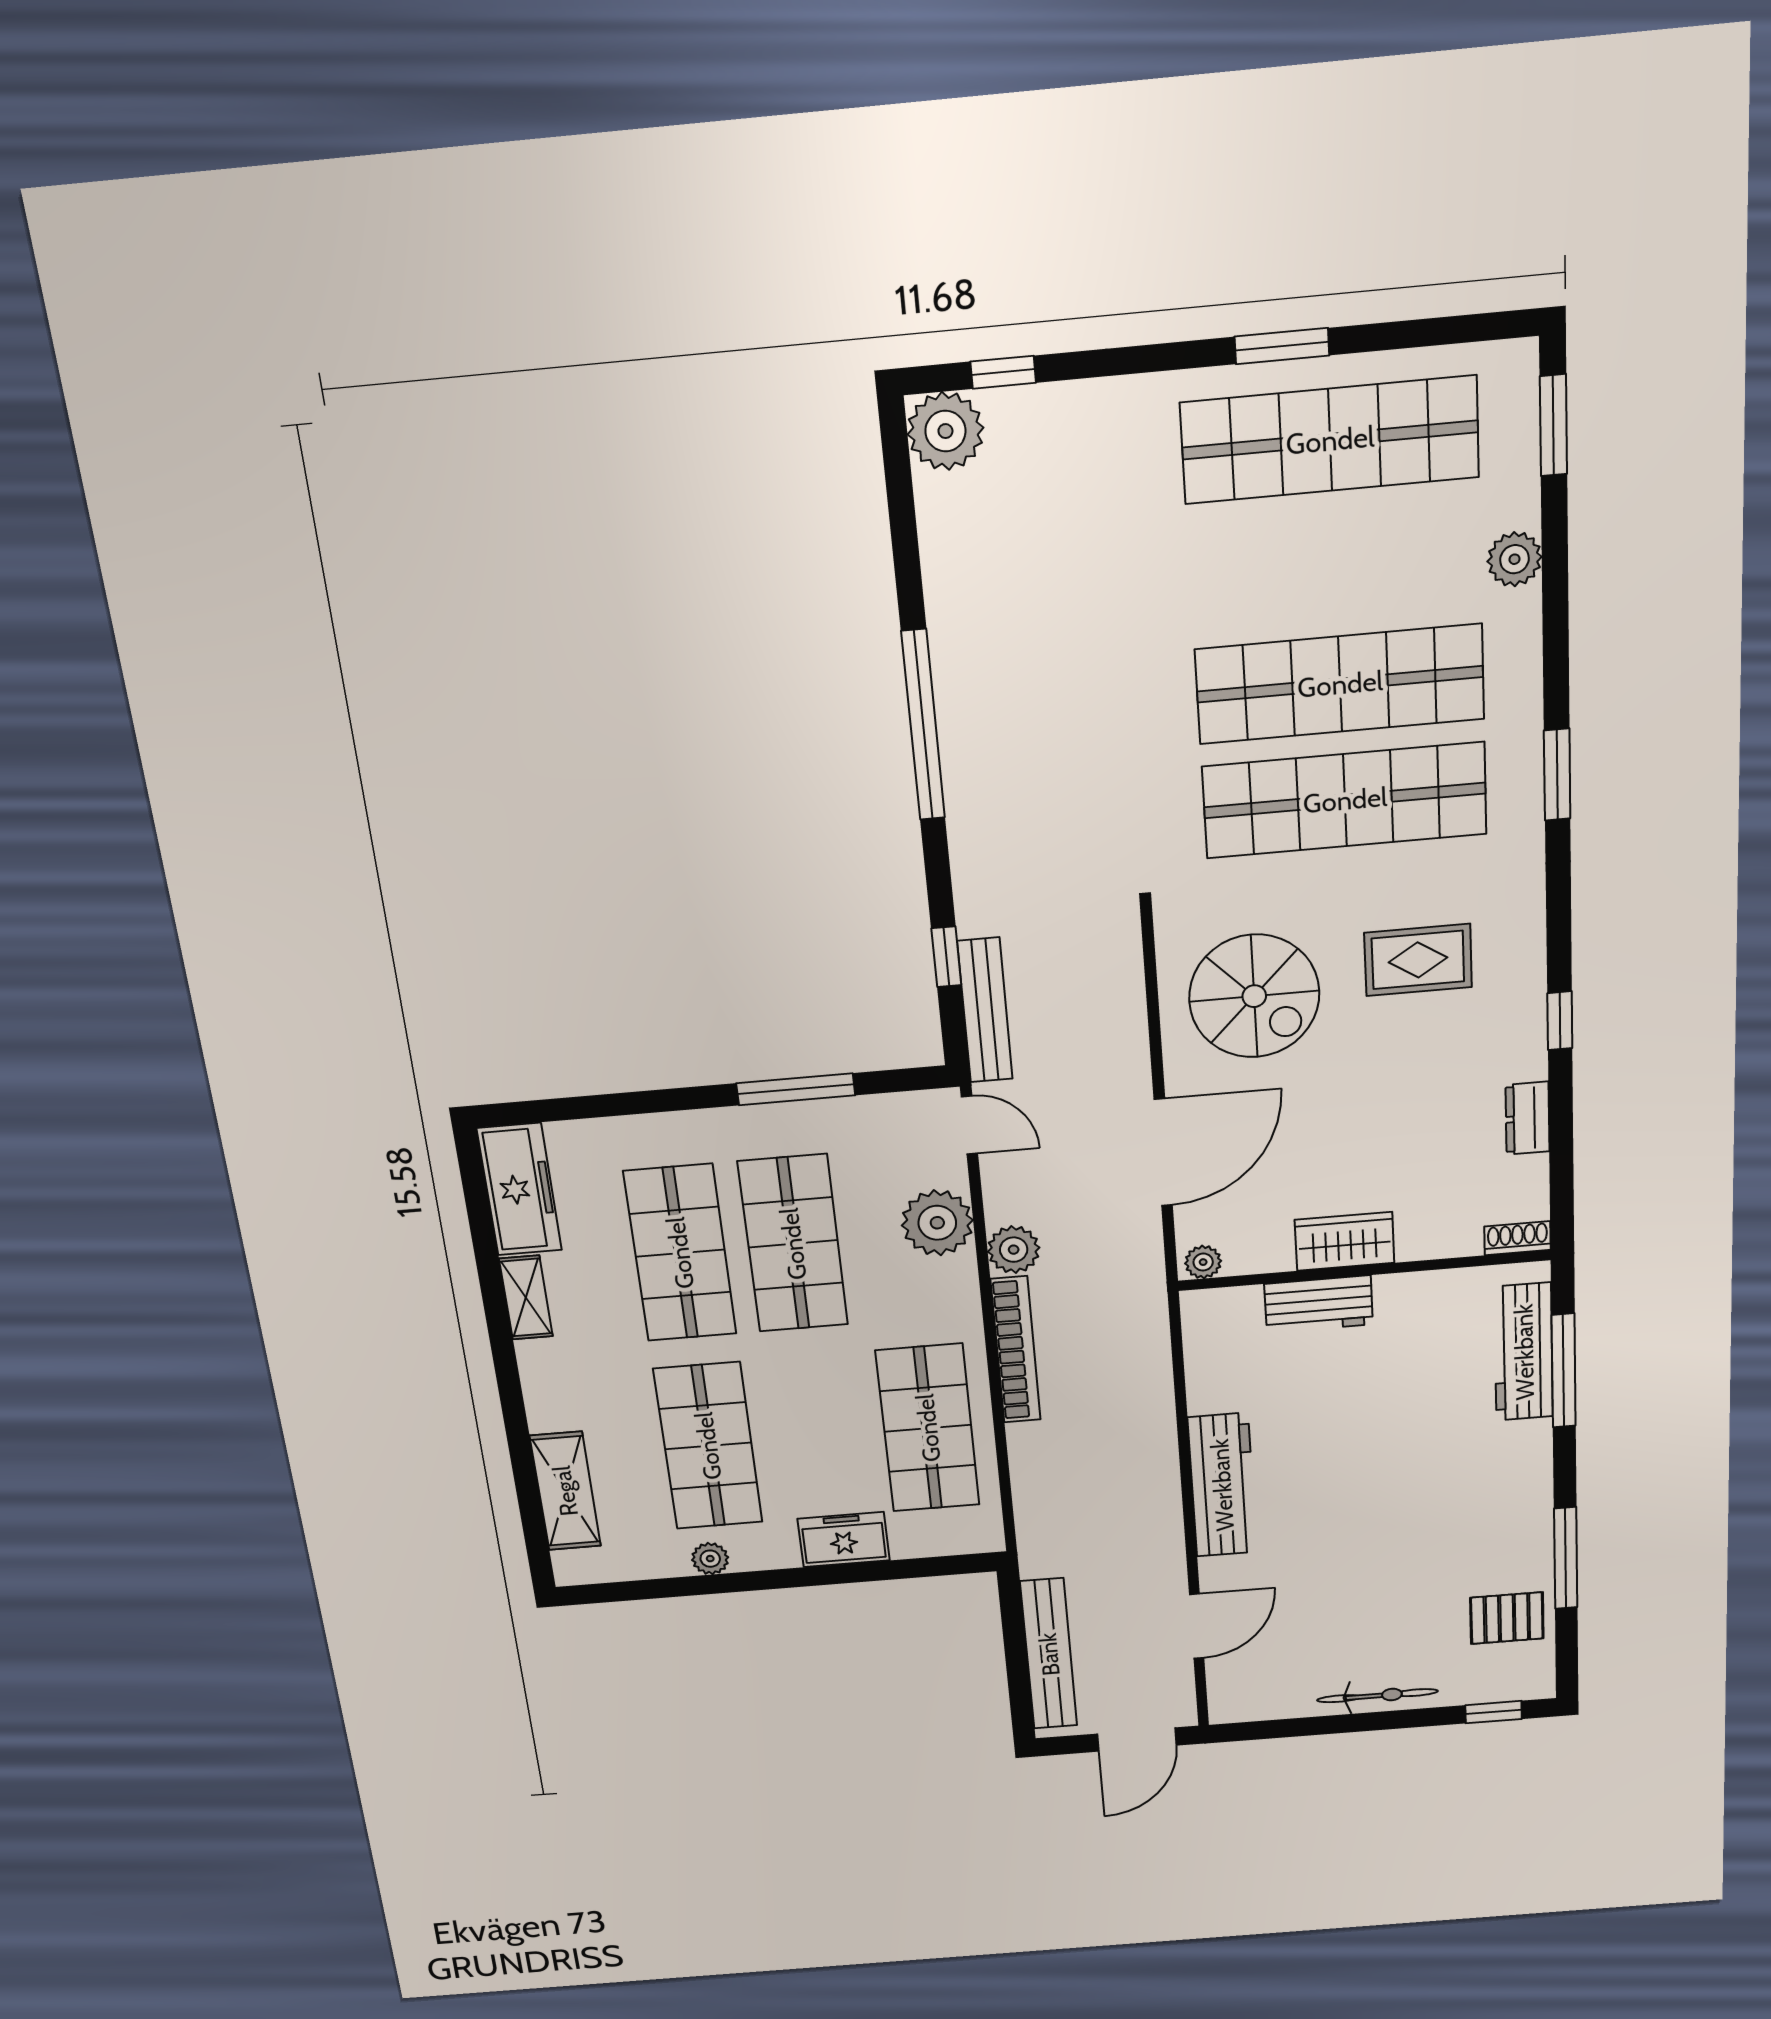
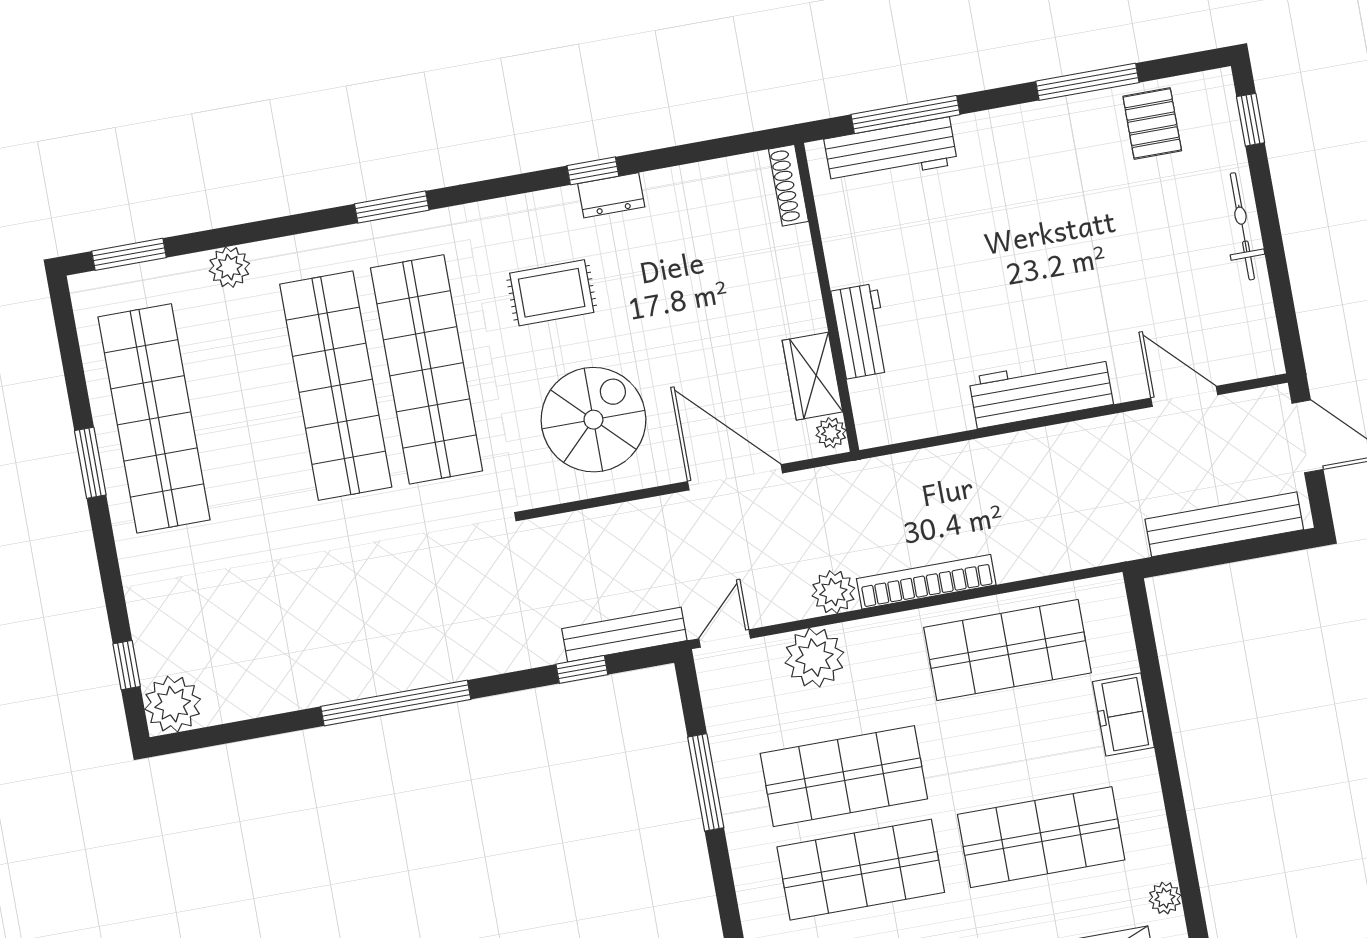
rug: (1418, 960) -> (552, 293), turned 90
dresser: (1527, 1118) -> (611, 195), moved
shoe rack: (1517, 1238) -> (789, 185), width x1.43
wardrobe: (1345, 1241) -> (812, 376), moved
plant: (710, 1559) -> (1165, 898), moved

